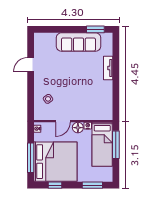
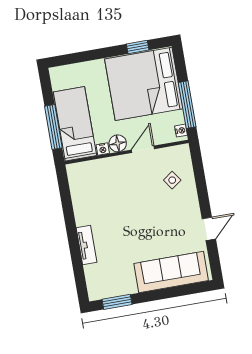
sofa: (78, 42) -> (171, 272), moved
window: (31, 158) -> (187, 105), moved
window: (92, 185) -> (79, 57), removed

